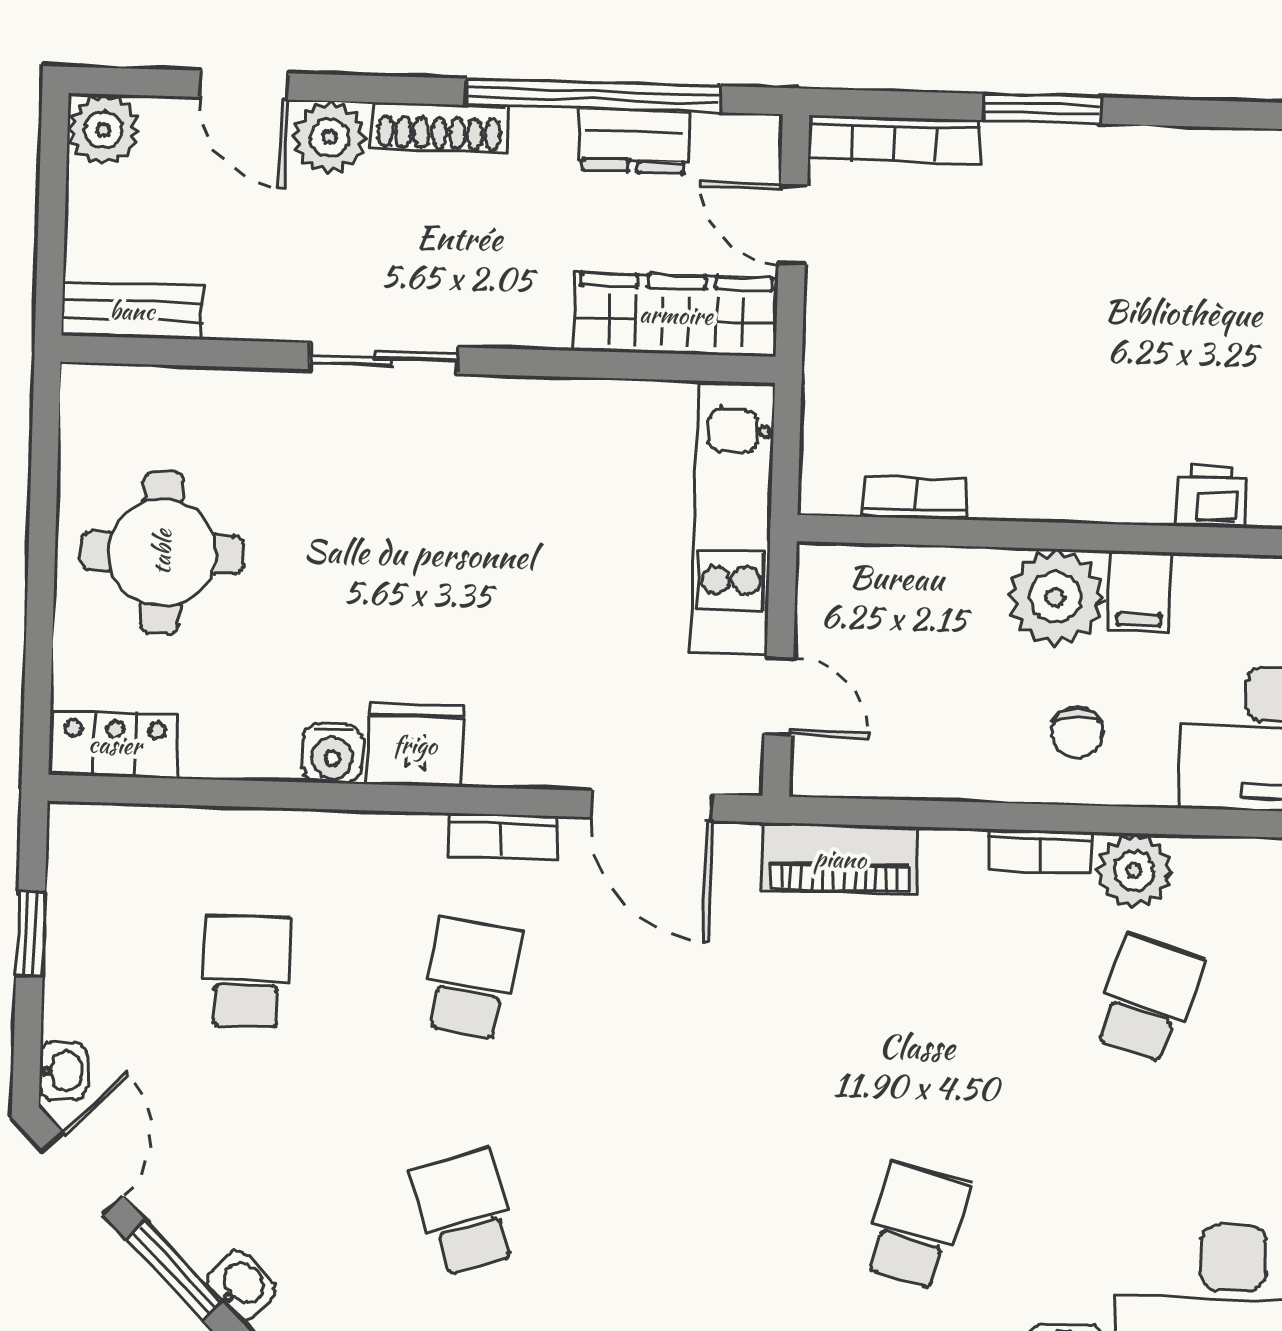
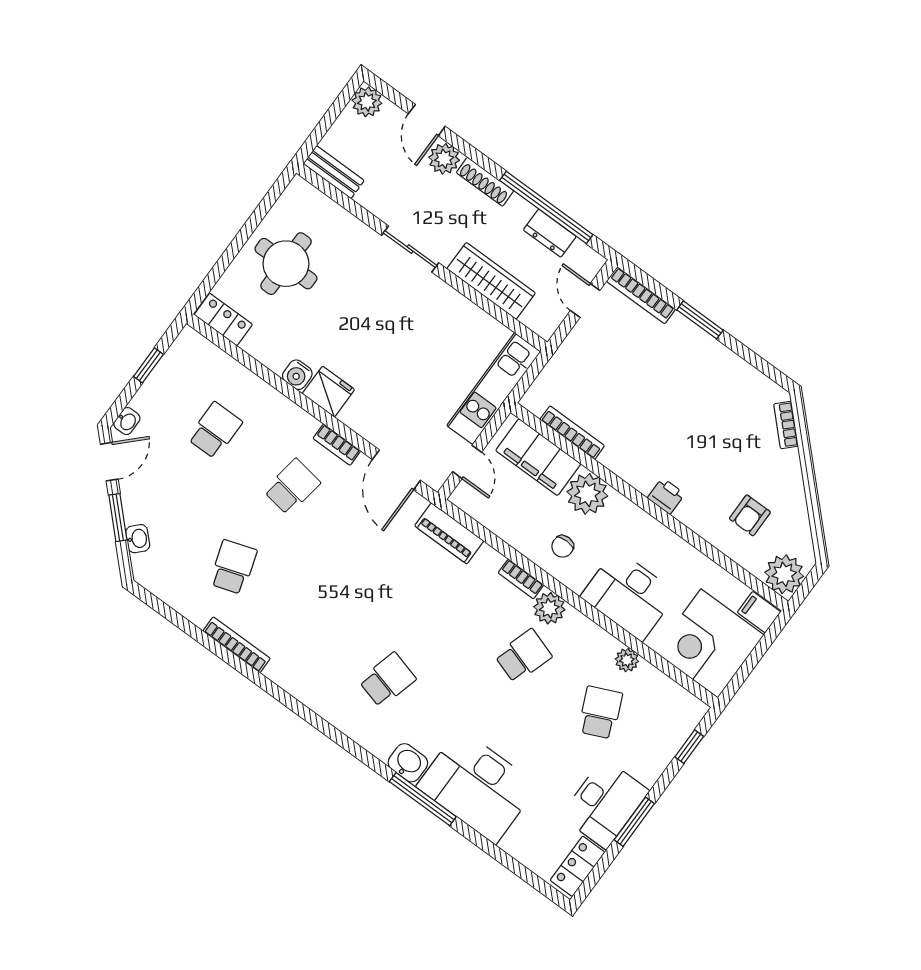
wardrobe: (676, 315) -> (491, 281), moved
bookcase: (915, 498) -> (572, 433), width x1.56
filing cabinet: (1140, 592) -> (538, 457), moved, width x3.00, depth x1.17

